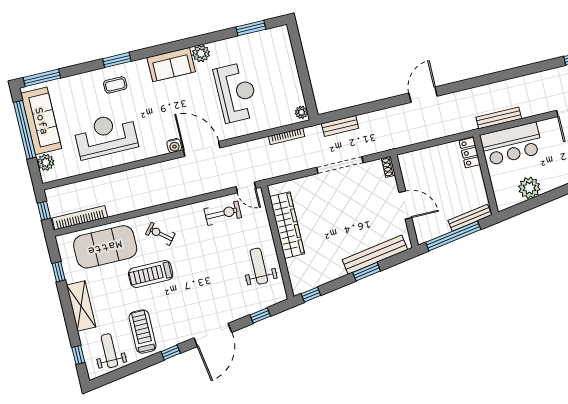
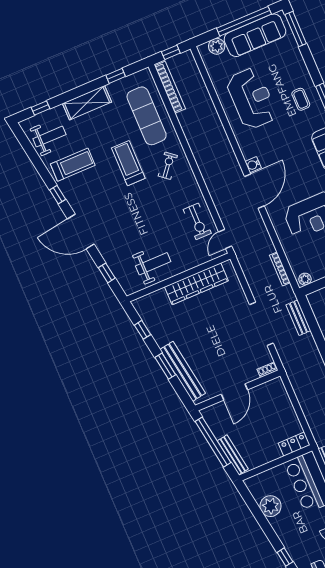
exercise mat: (105, 247) -> (147, 116), width x0.68
window: (311, 295) -> (142, 330), moved

